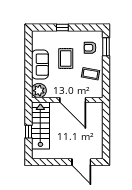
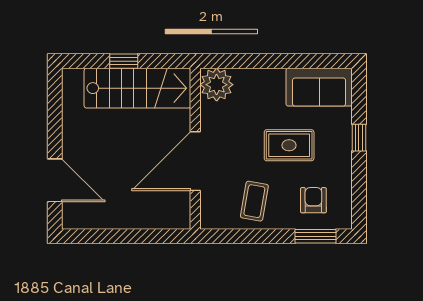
sofa: (40, 65) -> (319, 87), moved
door: (81, 162) -> (55, 180), swing flipped

